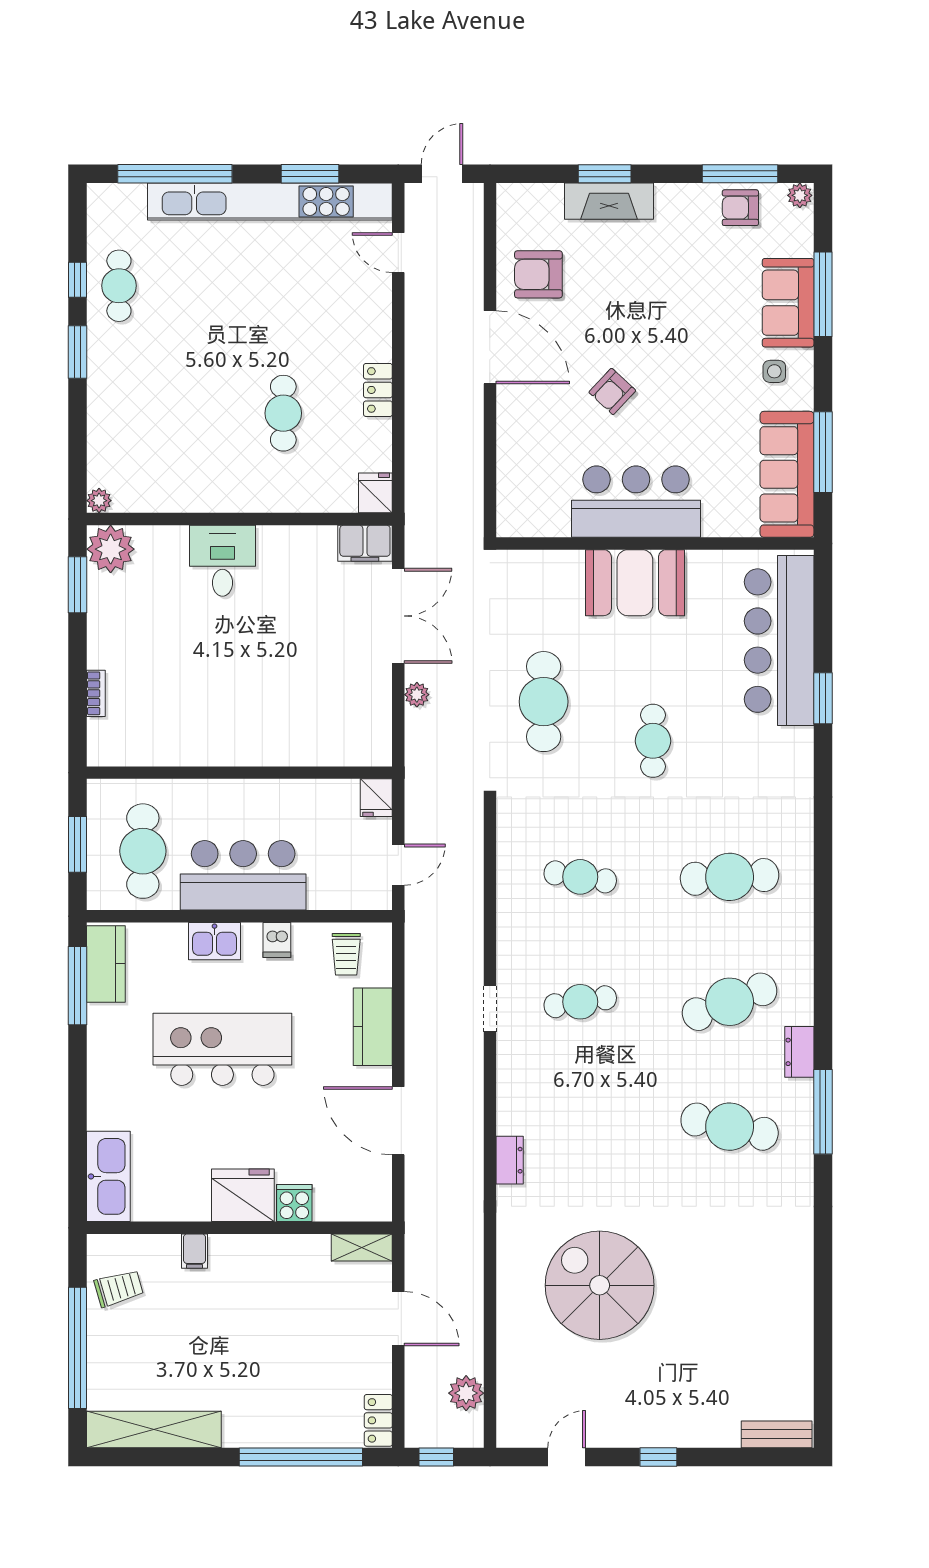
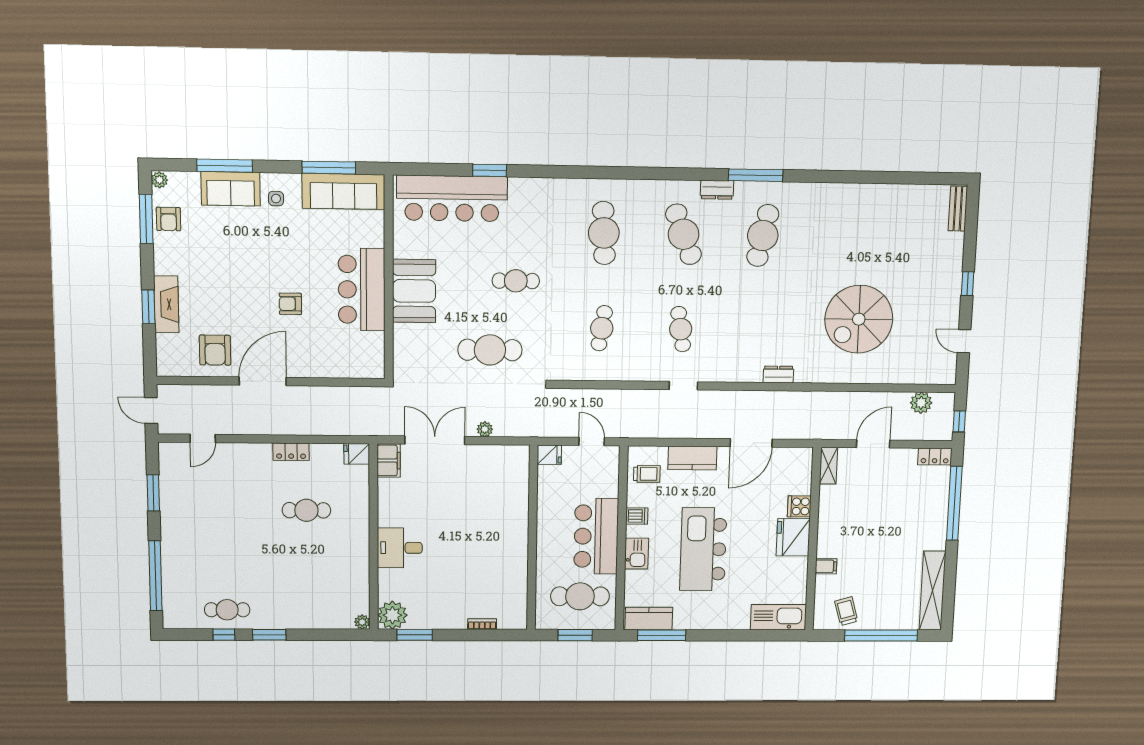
kitchen unit: (270, 201) -> (172, 518), removed
armchair: (612, 391) -> (290, 304), turned 137

